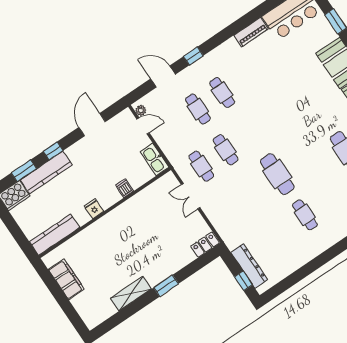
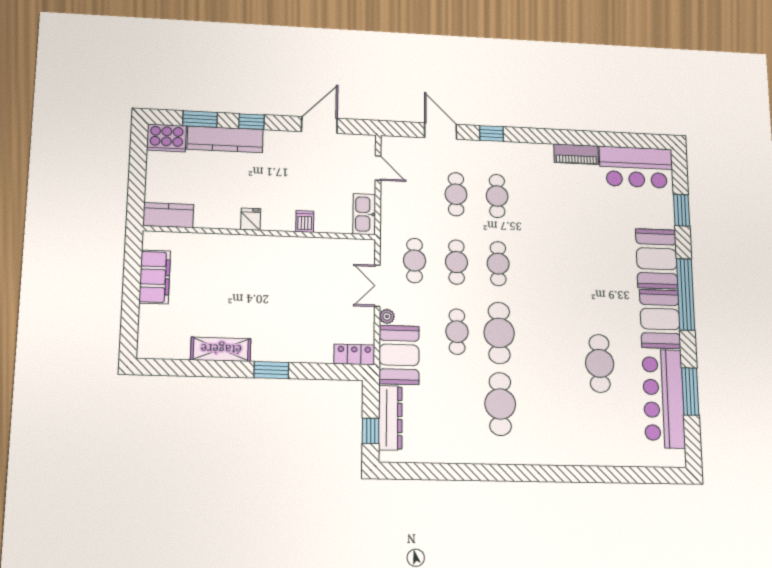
plant: (141, 110) -> (387, 316), moved
cafe table: (250, 133) -> (498, 264), added
cafe table: (253, 191) -> (457, 332), added
cafe table: (305, 215) -> (500, 404), width x1.37, depth x1.35
booth: (230, 227) -> (399, 355), added
kitchen counter: (55, 235) -> (168, 215), width x0.67

